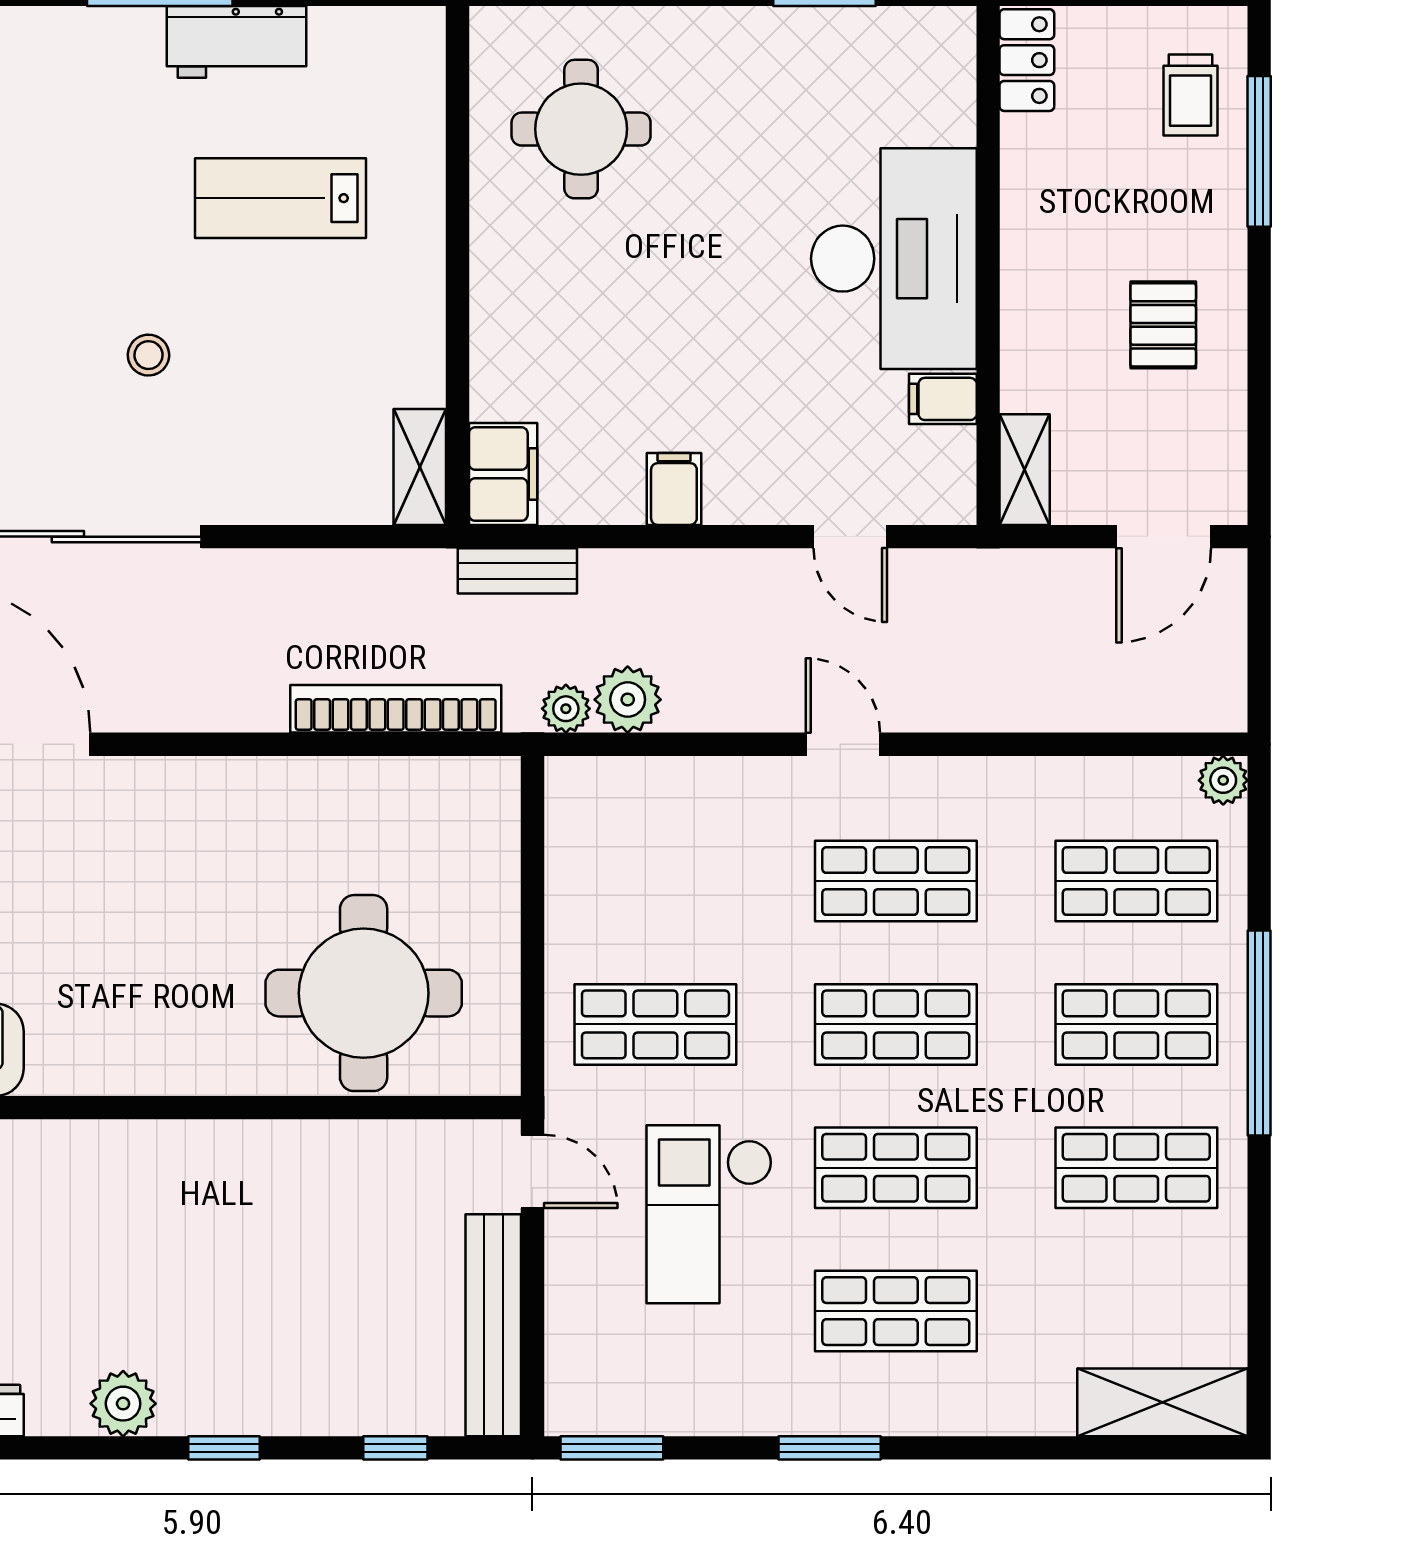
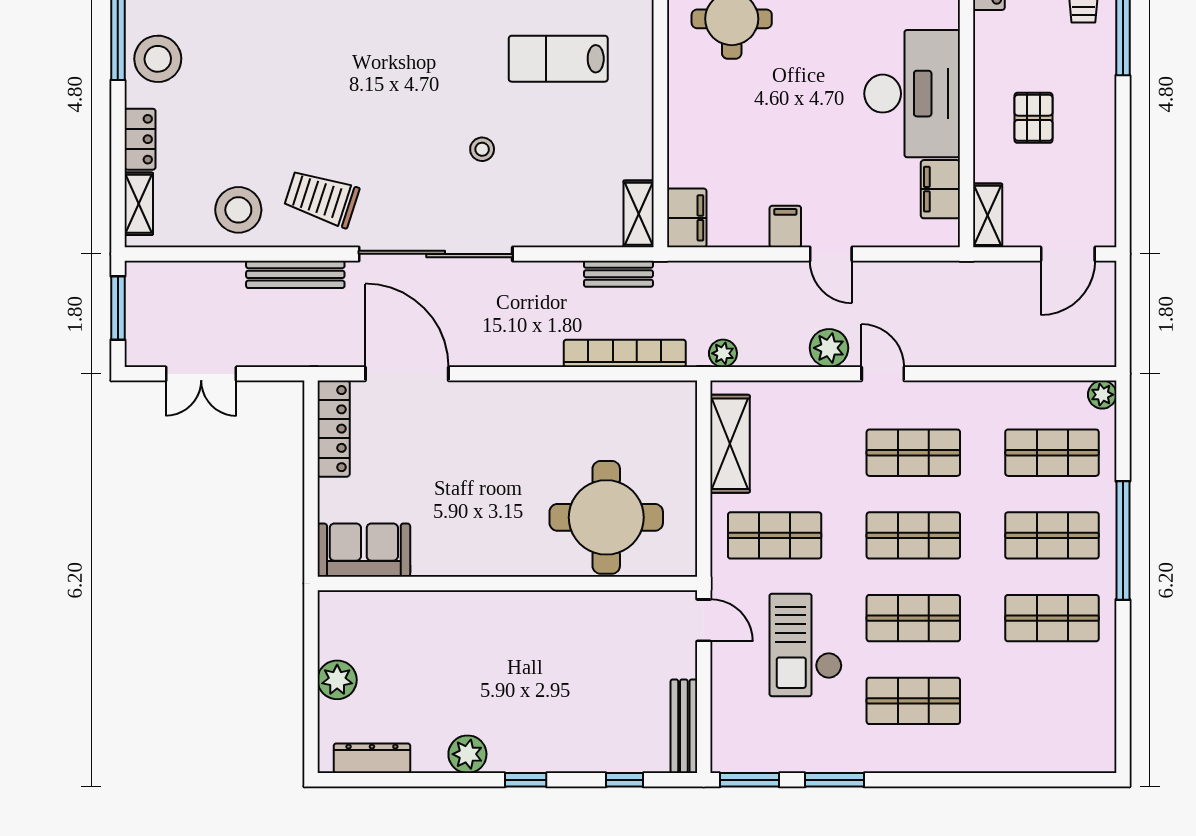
pallet: (1163, 325) -> (1034, 118), moved
filing cabinet: (943, 399) -> (940, 189), width x2.00
door: (850, 537) -> (831, 254), moved
bench: (517, 571) -> (618, 274), moved
plant: (628, 700) -> (829, 348), moved
bench: (493, 1325) -> (684, 726), width x0.73, depth x0.82
shelving: (1163, 1402) -> (730, 444), moved, turned 90
window: (830, 1448) -> (835, 780), moved

